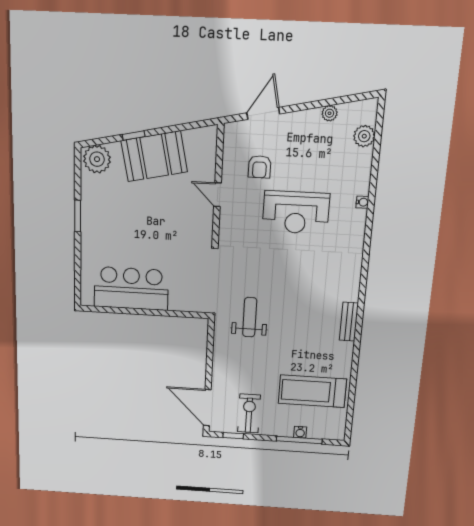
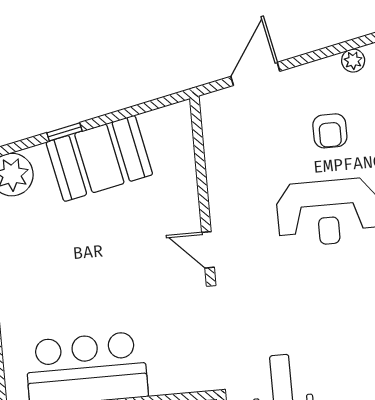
armchair: (260, 167) -> (330, 131), moved
door: (217, 195) -> (208, 250), moved

